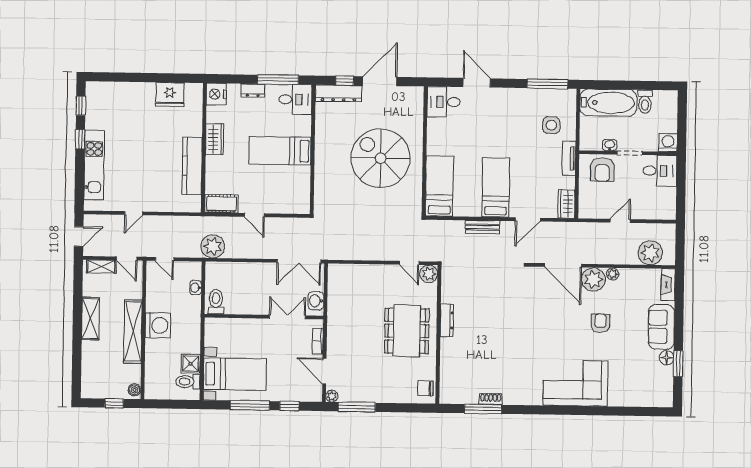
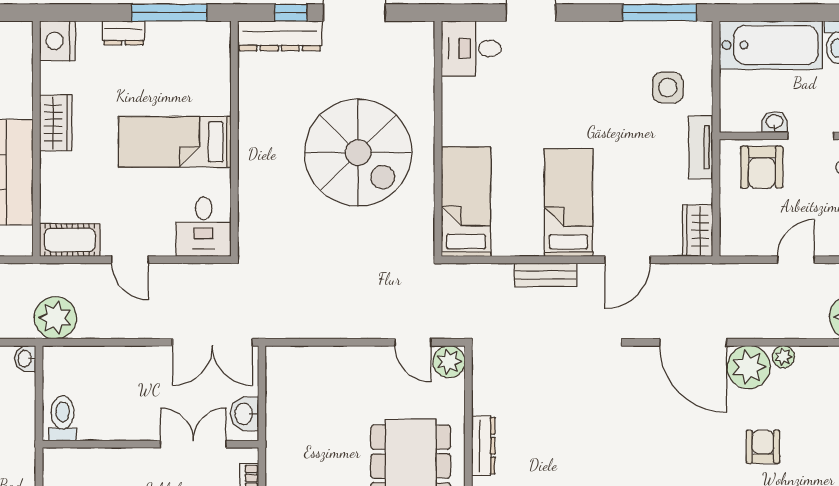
desk: (295, 100) -> (204, 227), moved, turned 90
spiral stairs: (381, 158) -> (358, 153), turned 180
washbasin: (196, 288) -> (25, 359), moved

